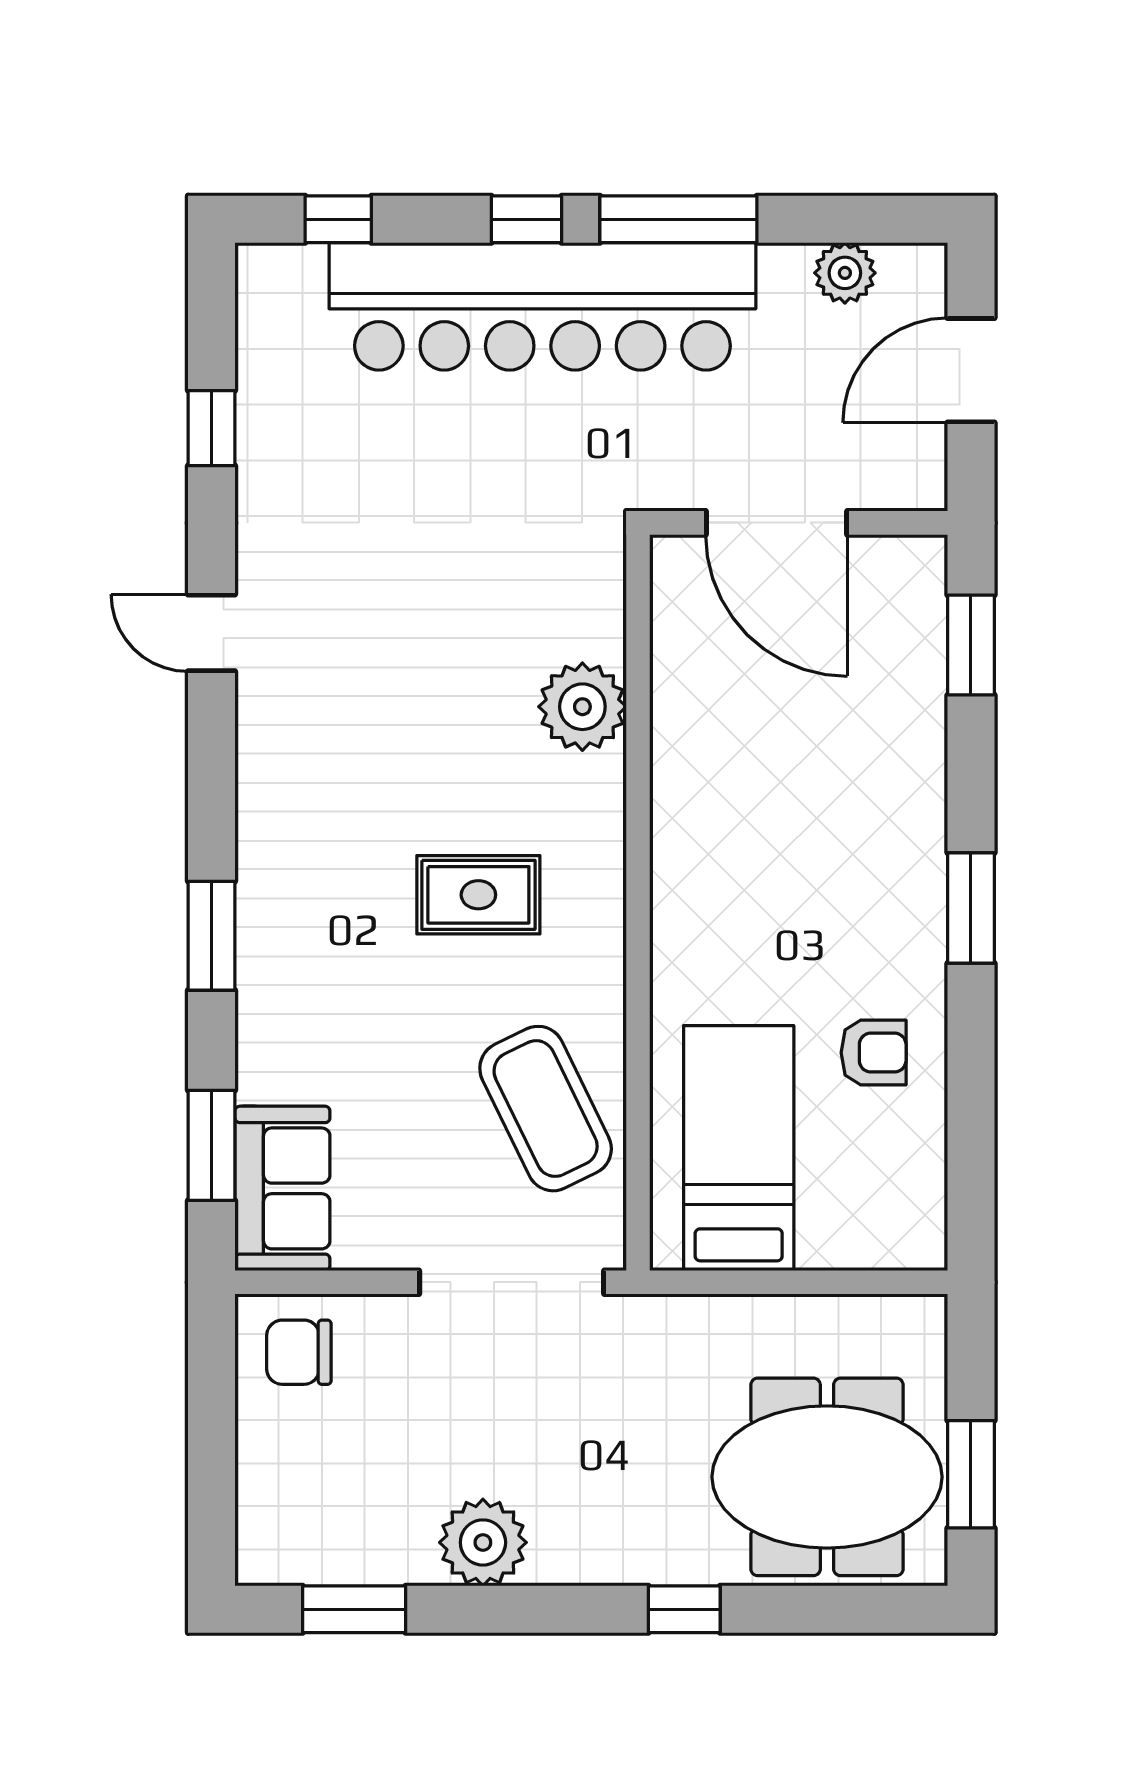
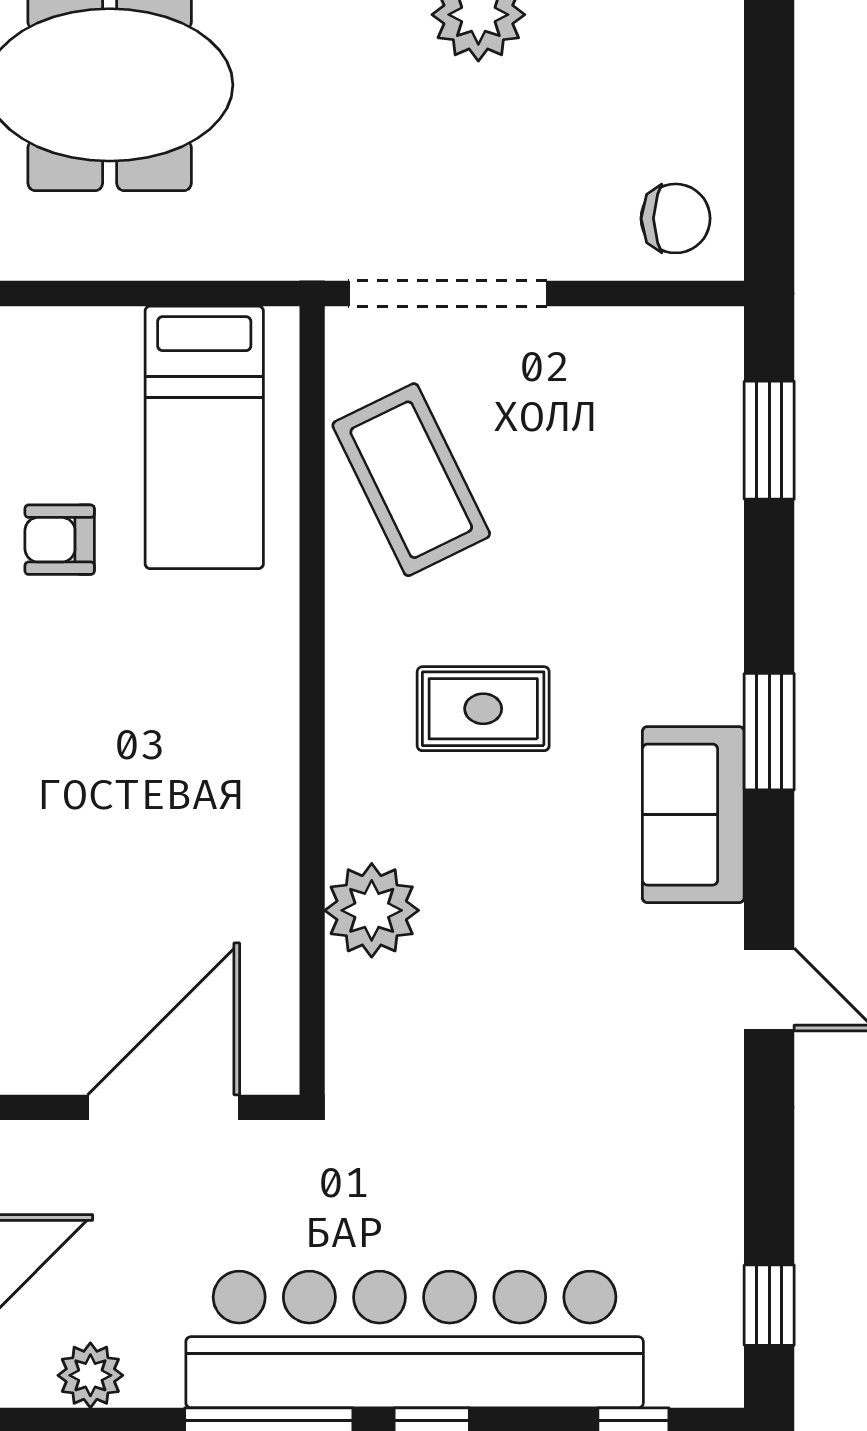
window: (212, 428) -> (769, 1305), moved
door: (777, 523) -> (164, 1107), hinge flipped
window: (212, 936) -> (769, 732), moved
sofa: (282, 1188) -> (693, 815), moved

